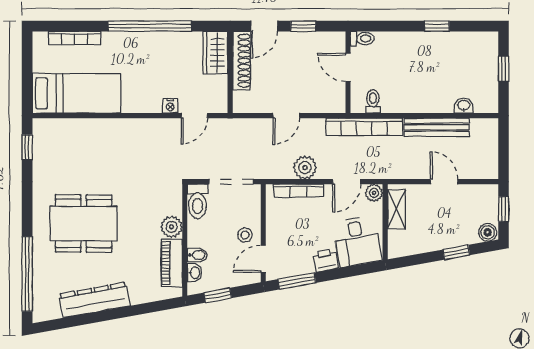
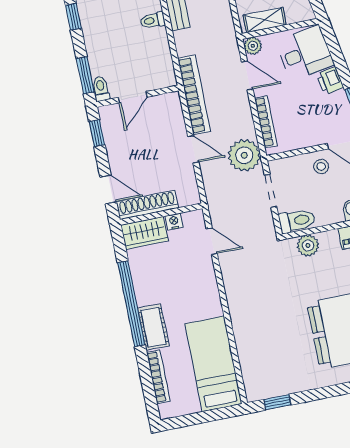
window: (303, 26) -> (97, 133), moved
window: (378, 26) -> (85, 75), added
cot: (123, 43) -> (153, 327), added
toilet: (373, 101) -> (153, 20), moved
nightstand: (170, 106) -> (174, 222), moved, turned -90
bookcase: (364, 127) -> (194, 95), moved
plant: (305, 168) -> (244, 155), moved, width x1.36, depth x1.36
doorway: (231, 182) -> (271, 191), width x0.73
plant: (172, 227) -> (308, 245), moved

